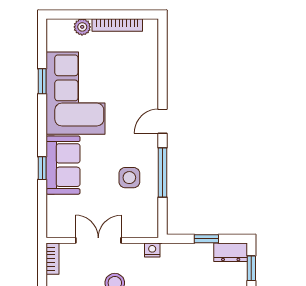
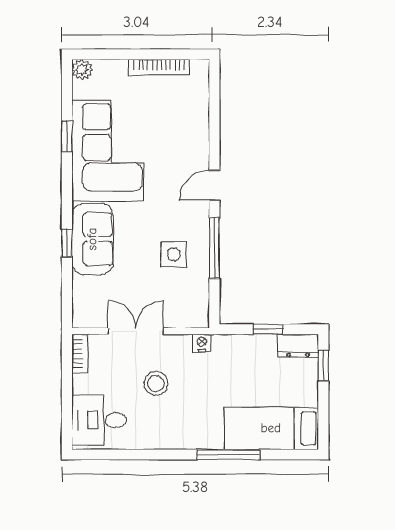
plant: (82, 27) -> (82, 70), moved

